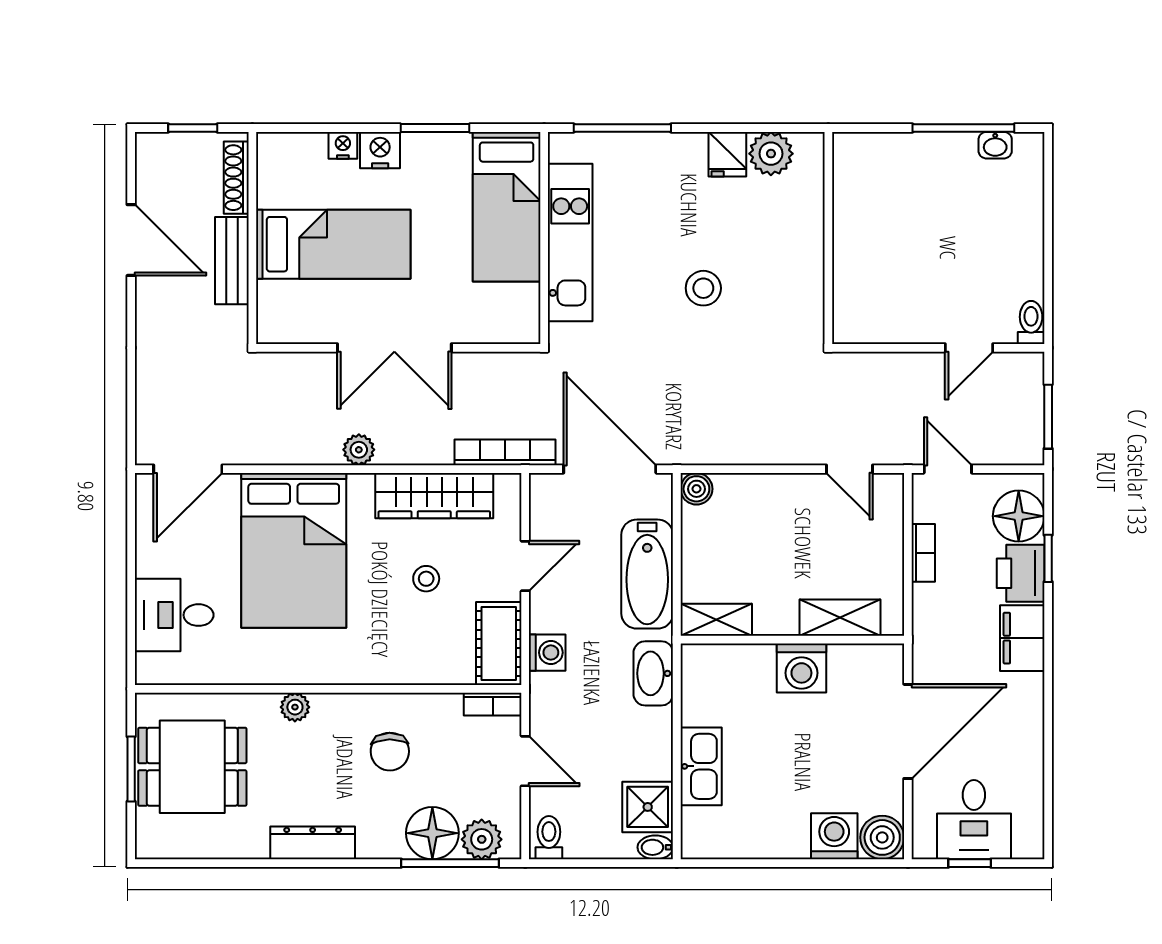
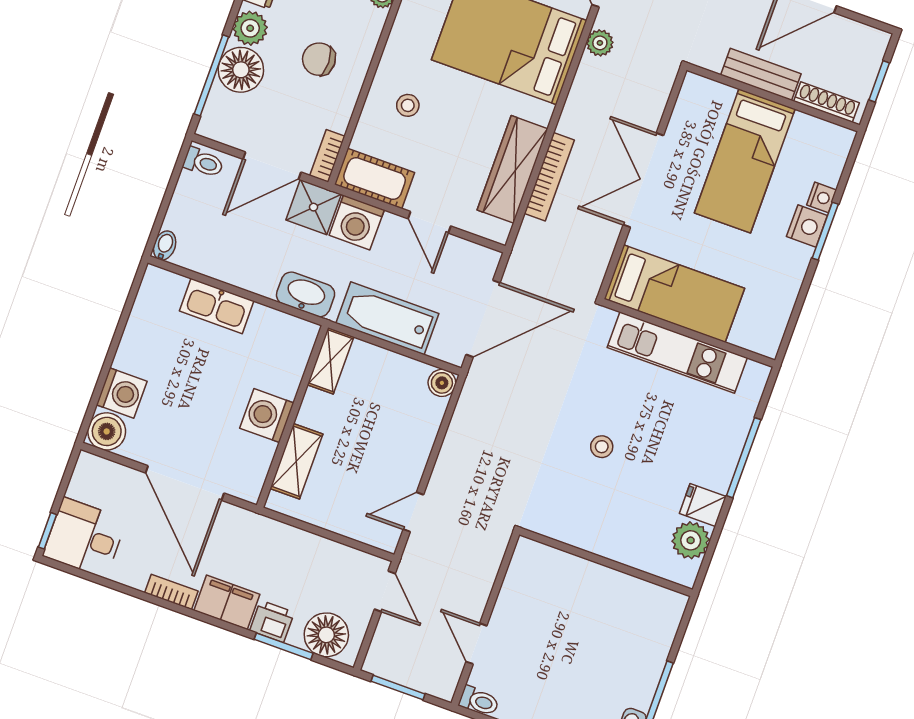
window: (435, 128) -> (825, 231), moved
window: (622, 128) -> (744, 458), moved
bed: (507, 207) -> (674, 294), moved, turned 180
stool: (703, 288) -> (602, 447), width x0.73, depth x0.73
plant: (359, 450) -> (600, 43), moved
bookcase: (505, 452) -> (549, 177), moved
door: (948, 469) -> (385, 591), hinge flipped
bookcase: (923, 553) -> (171, 592), moved, turned 180
window: (1048, 558) -> (284, 646), width x1.50
printer: (1021, 573) -> (272, 621), width x0.73, depth x0.81
stool: (426, 579) -> (408, 105), moved
washing machine: (547, 653) -> (357, 222), width x1.38, depth x1.38
door: (525, 761) -> (272, 166), width x1.38
shower: (648, 807) -> (314, 207), moved
desk: (974, 820) -> (85, 538), moved
plant: (482, 839) -> (250, 28), moved
window: (970, 863) -> (48, 531), moved

